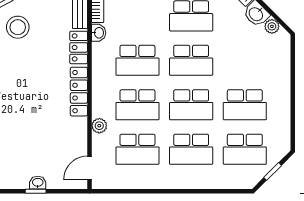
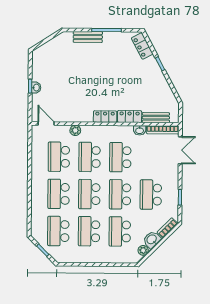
stool: (18, 27) -> (144, 74), removed
school desk: (245, 60) -> (120, 231), added
locker: (79, 92) -> (105, 117), width x0.66

